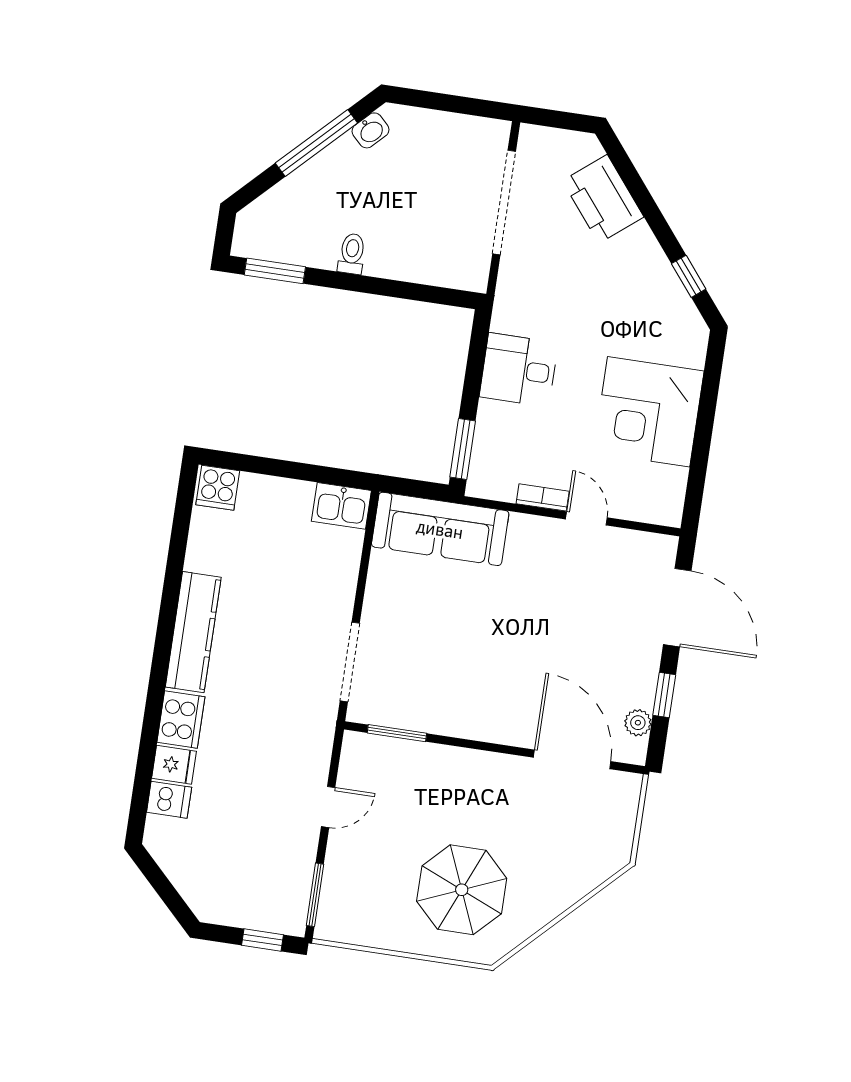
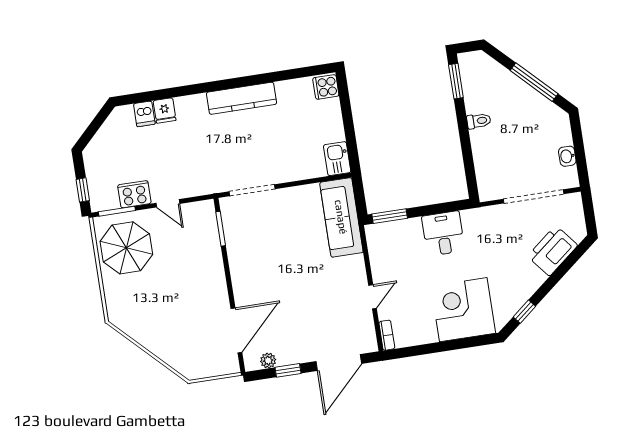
washbasin: (371, 130) -> (567, 156), moved, turned 45
corner desk: (649, 412) -> (463, 310), moved
bookcase: (543, 497) -> (387, 335), moved
cooker: (181, 720) -> (134, 194), moved, turned 180
parasol: (462, 890) -> (126, 248), moved

